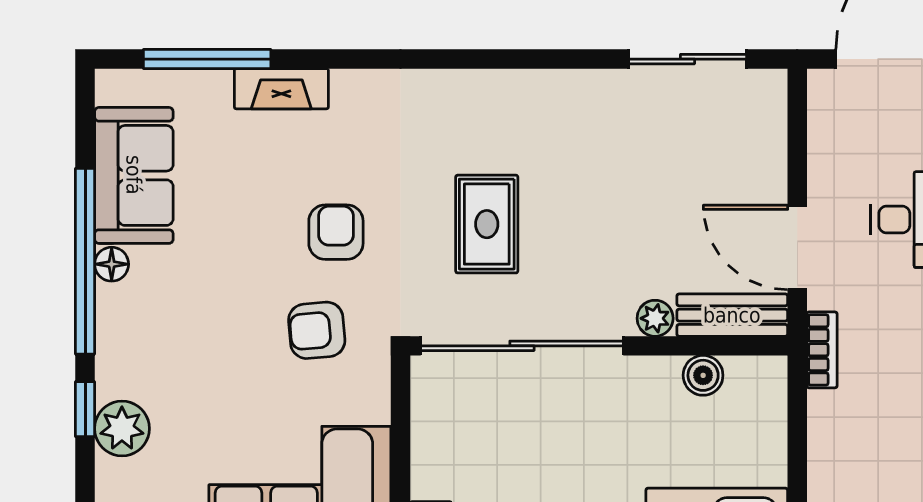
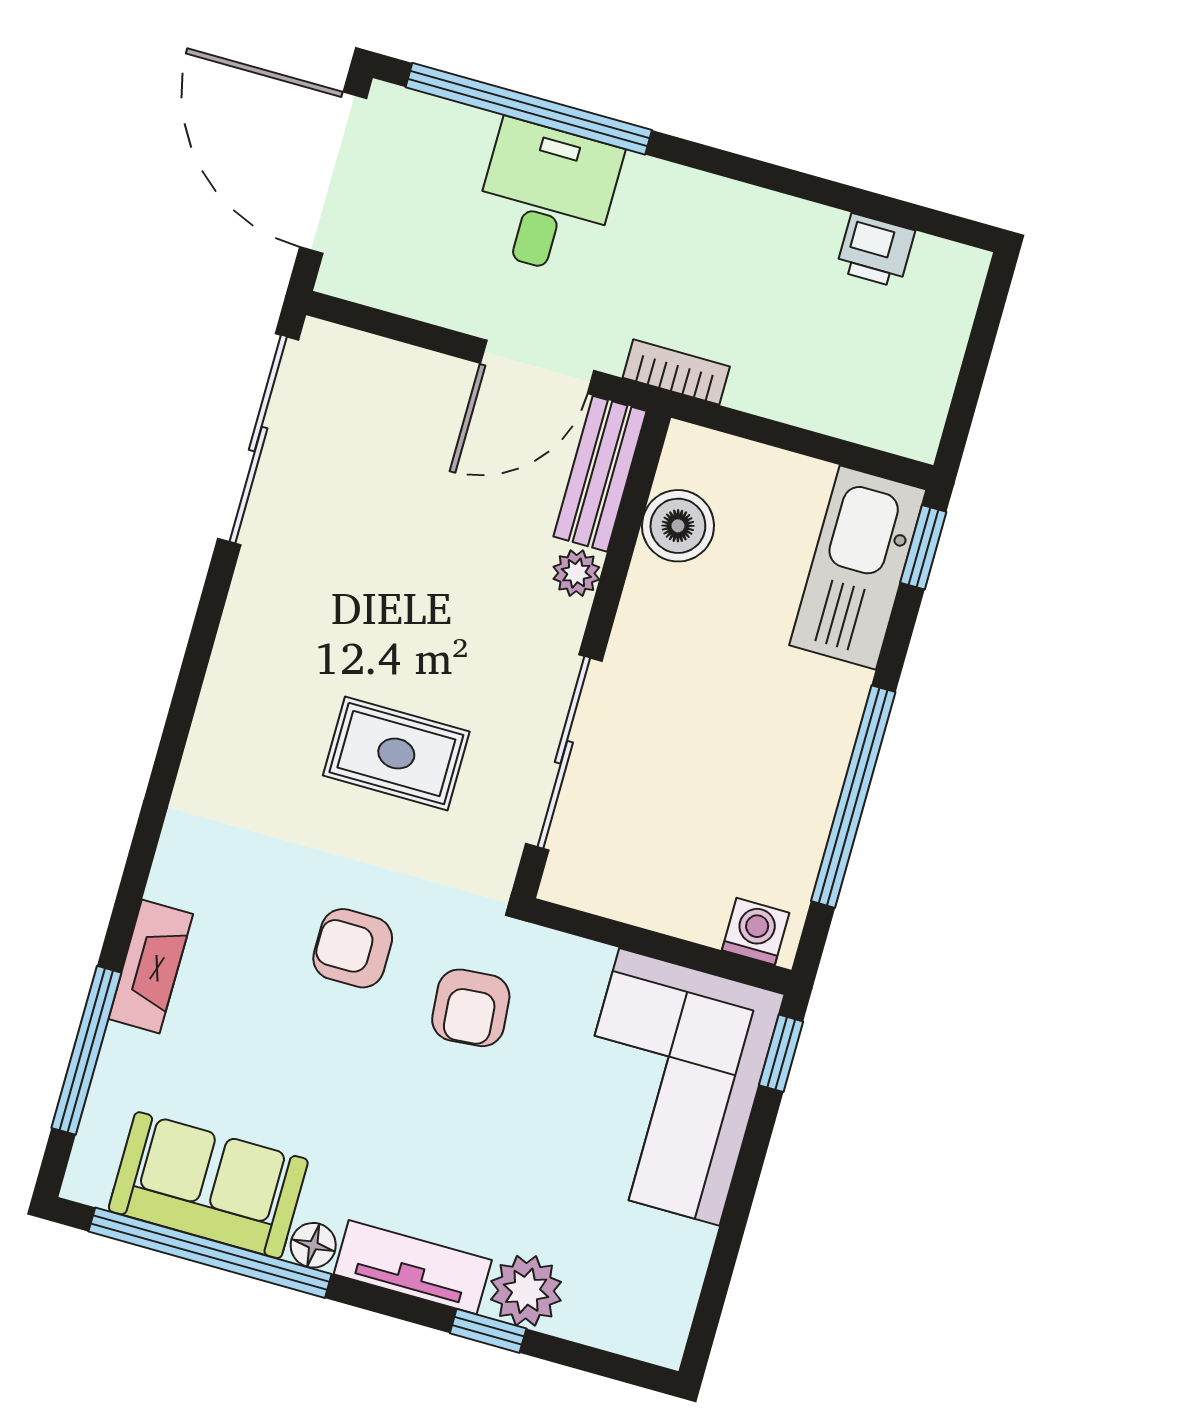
sliding door: (688, 59) -> (258, 439), width x1.37
window: (85, 261) -> (210, 1253), moved
tv unit: (116, 341) -> (413, 1267), added
sliding door: (522, 346) -> (564, 752), width x0.73
boiler: (703, 375) -> (678, 526), width x1.36, depth x1.36

